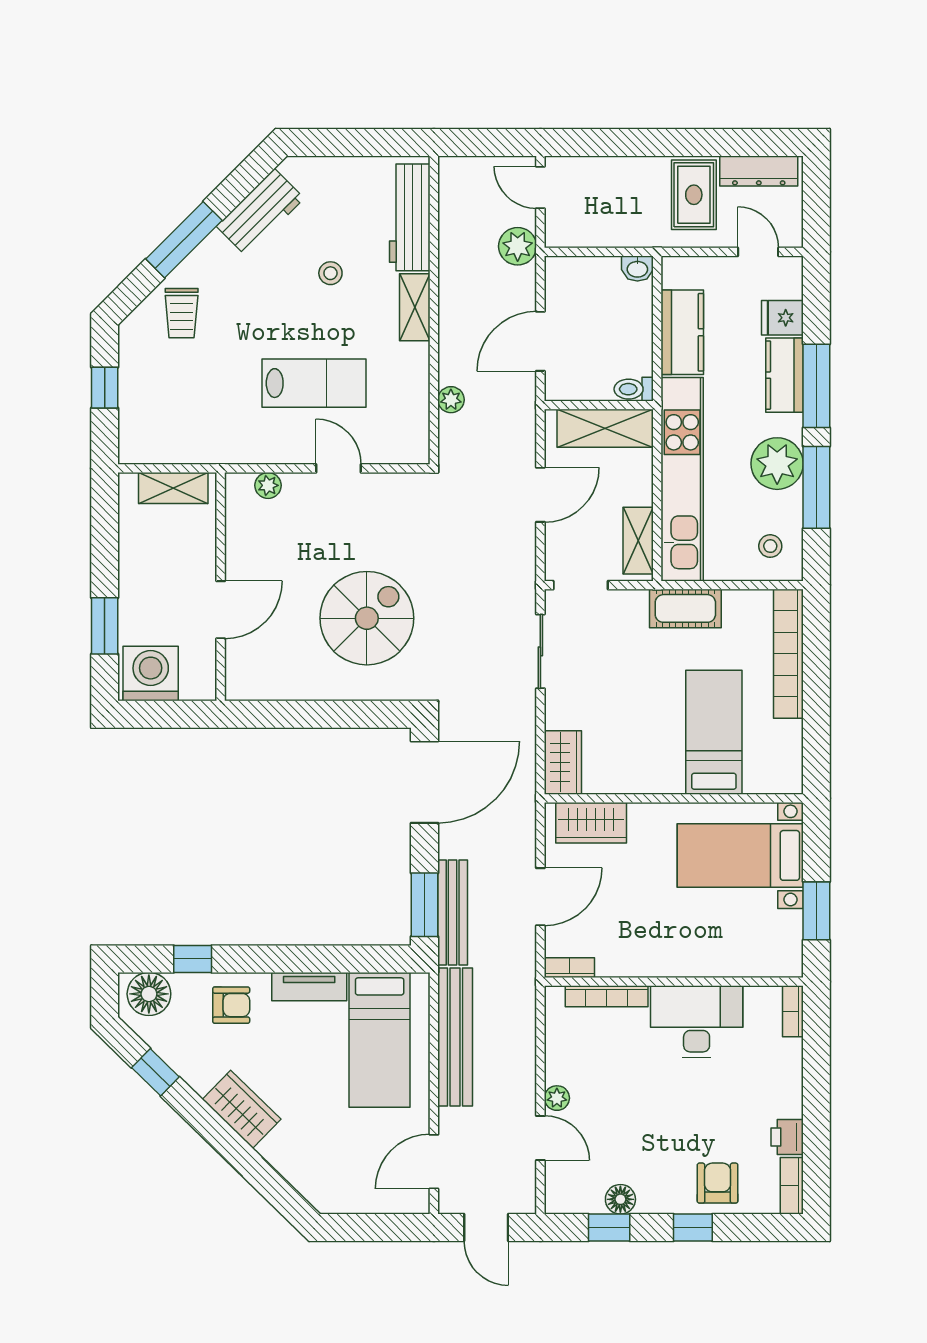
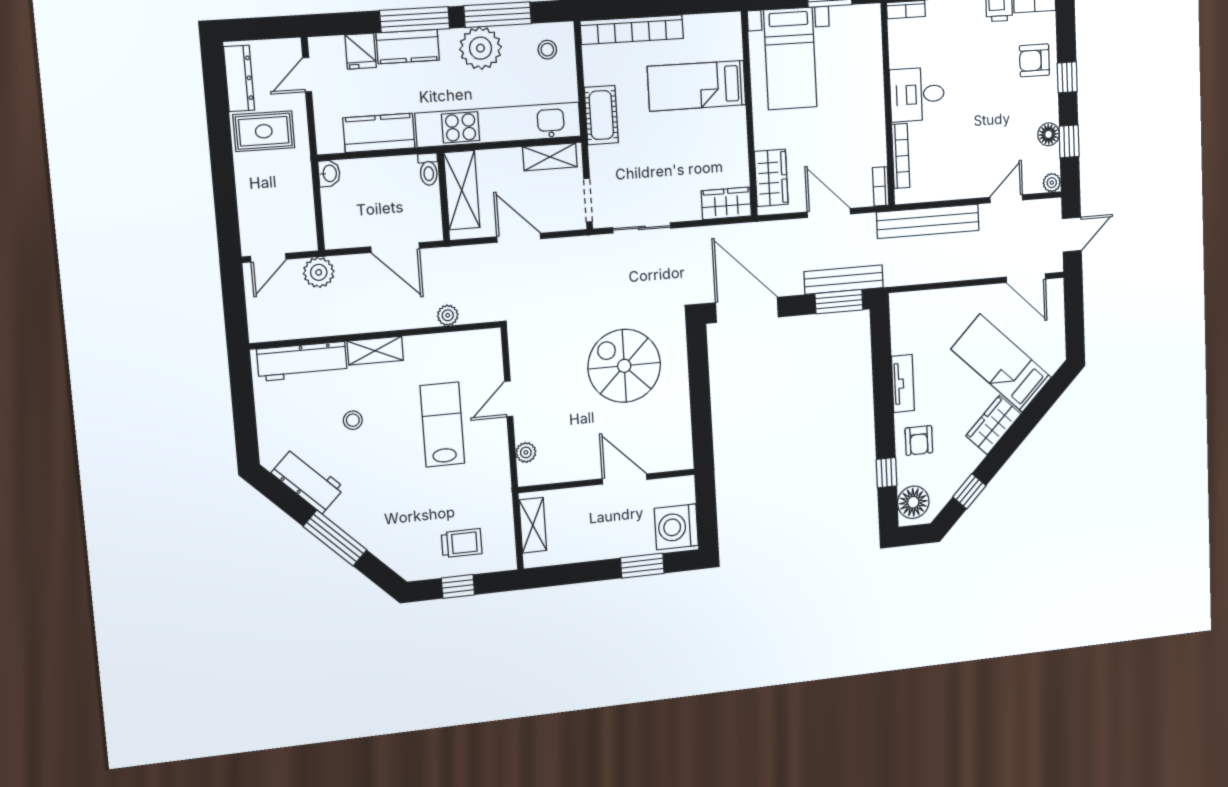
trolley: (182, 313) -> (462, 543), moved
armchair: (231, 1005) -> (919, 440), turned 180
desk: (697, 1022) -> (917, 94), width x0.73
bench: (455, 1037) -> (928, 221), moved
bed: (380, 1040) -> (1001, 363), moved, turned -136
plant: (557, 1098) -> (1052, 183), moved

